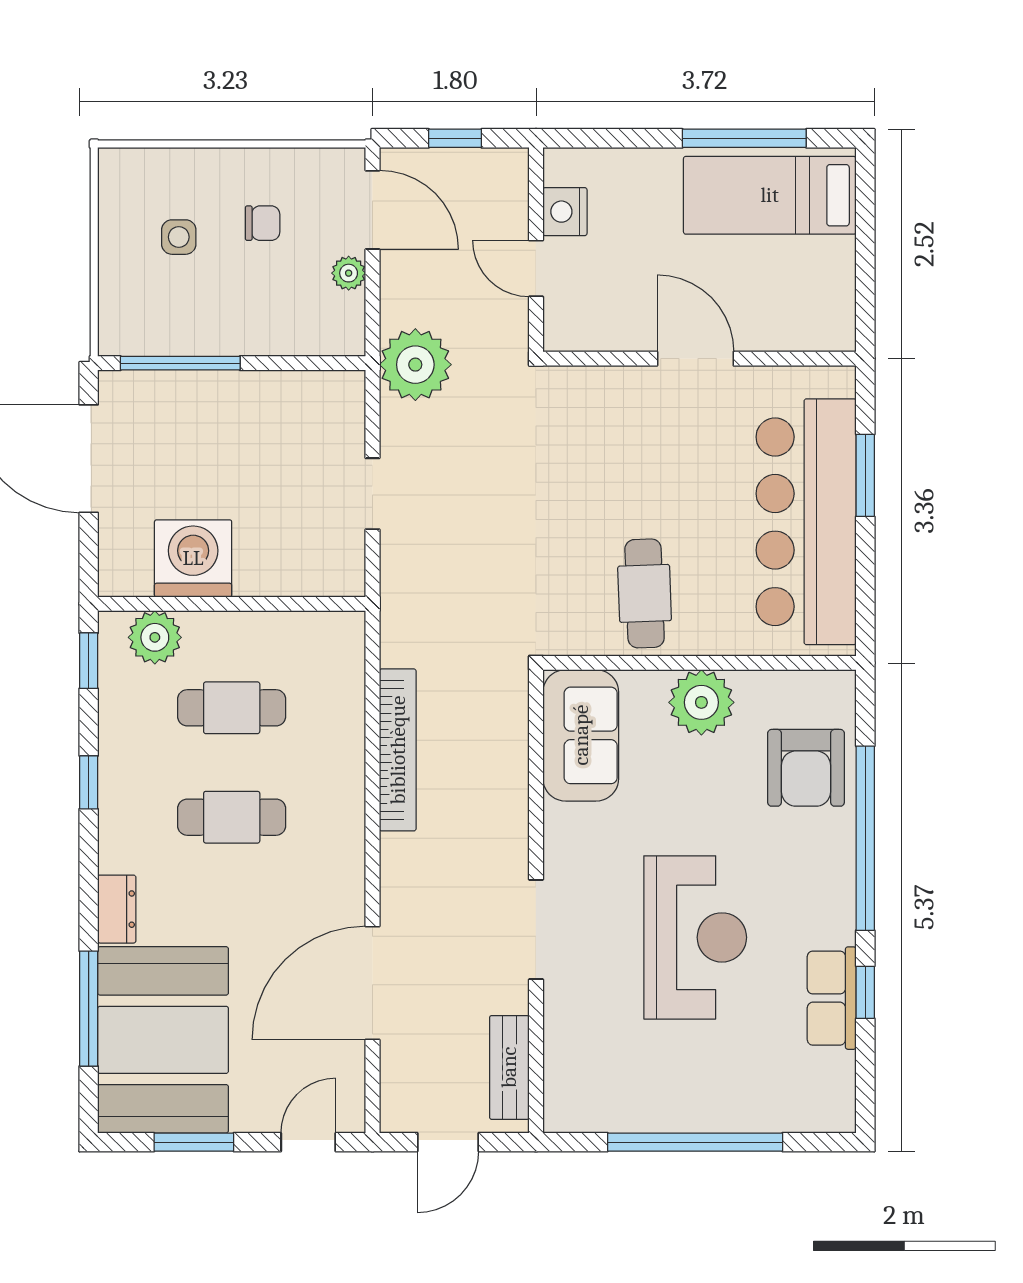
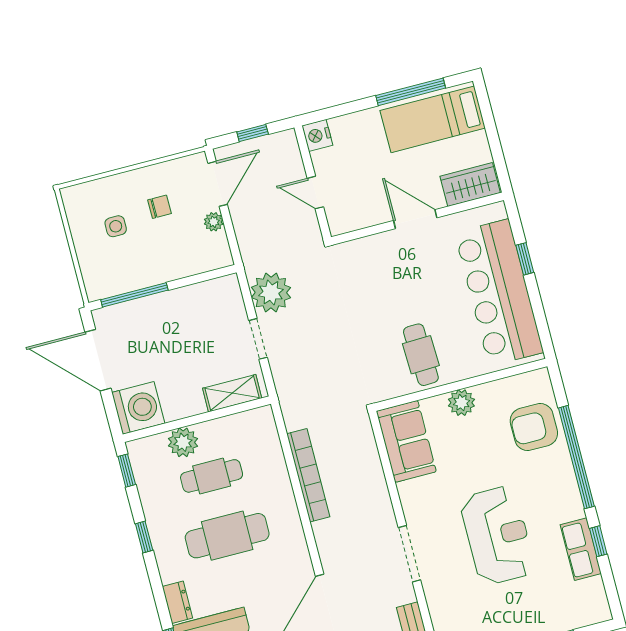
door: (372, 210) -> (218, 184), hinge flipped
nightstand: (565, 212) -> (317, 135), moved
wardrobe: (805, 324) -> (470, 185), added
plant: (415, 365) -> (271, 293), moved
window: (865, 475) -> (525, 259), width x0.67
washing machine: (193, 558) -> (138, 408), moved, turned 90
shelving: (304, 575) -> (232, 393), added
plant: (155, 637) -> (183, 442), moved
plant: (701, 702) -> (461, 403), width x0.73, depth x0.73
armchair: (806, 768) -> (534, 427), turned 90
cafe table: (232, 817) -> (227, 536), width x1.37, depth x1.35

